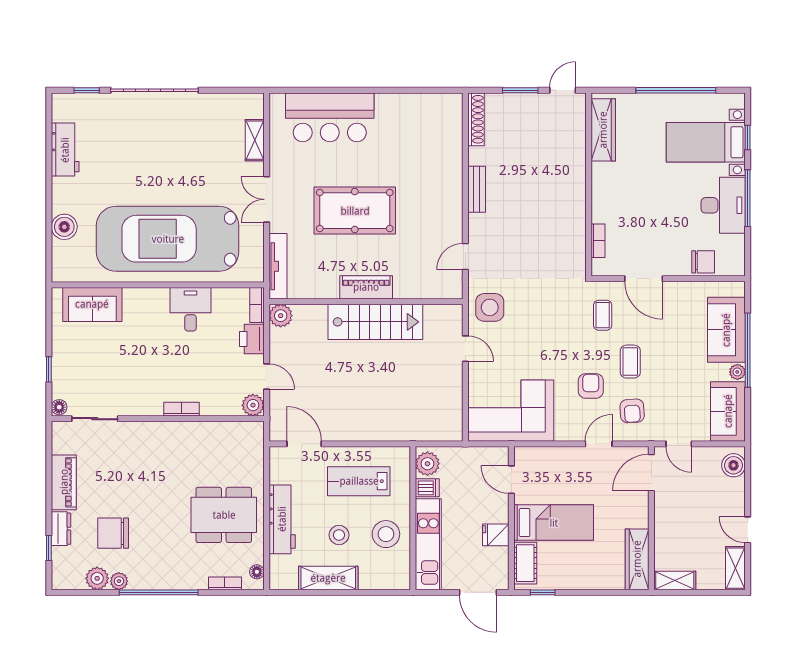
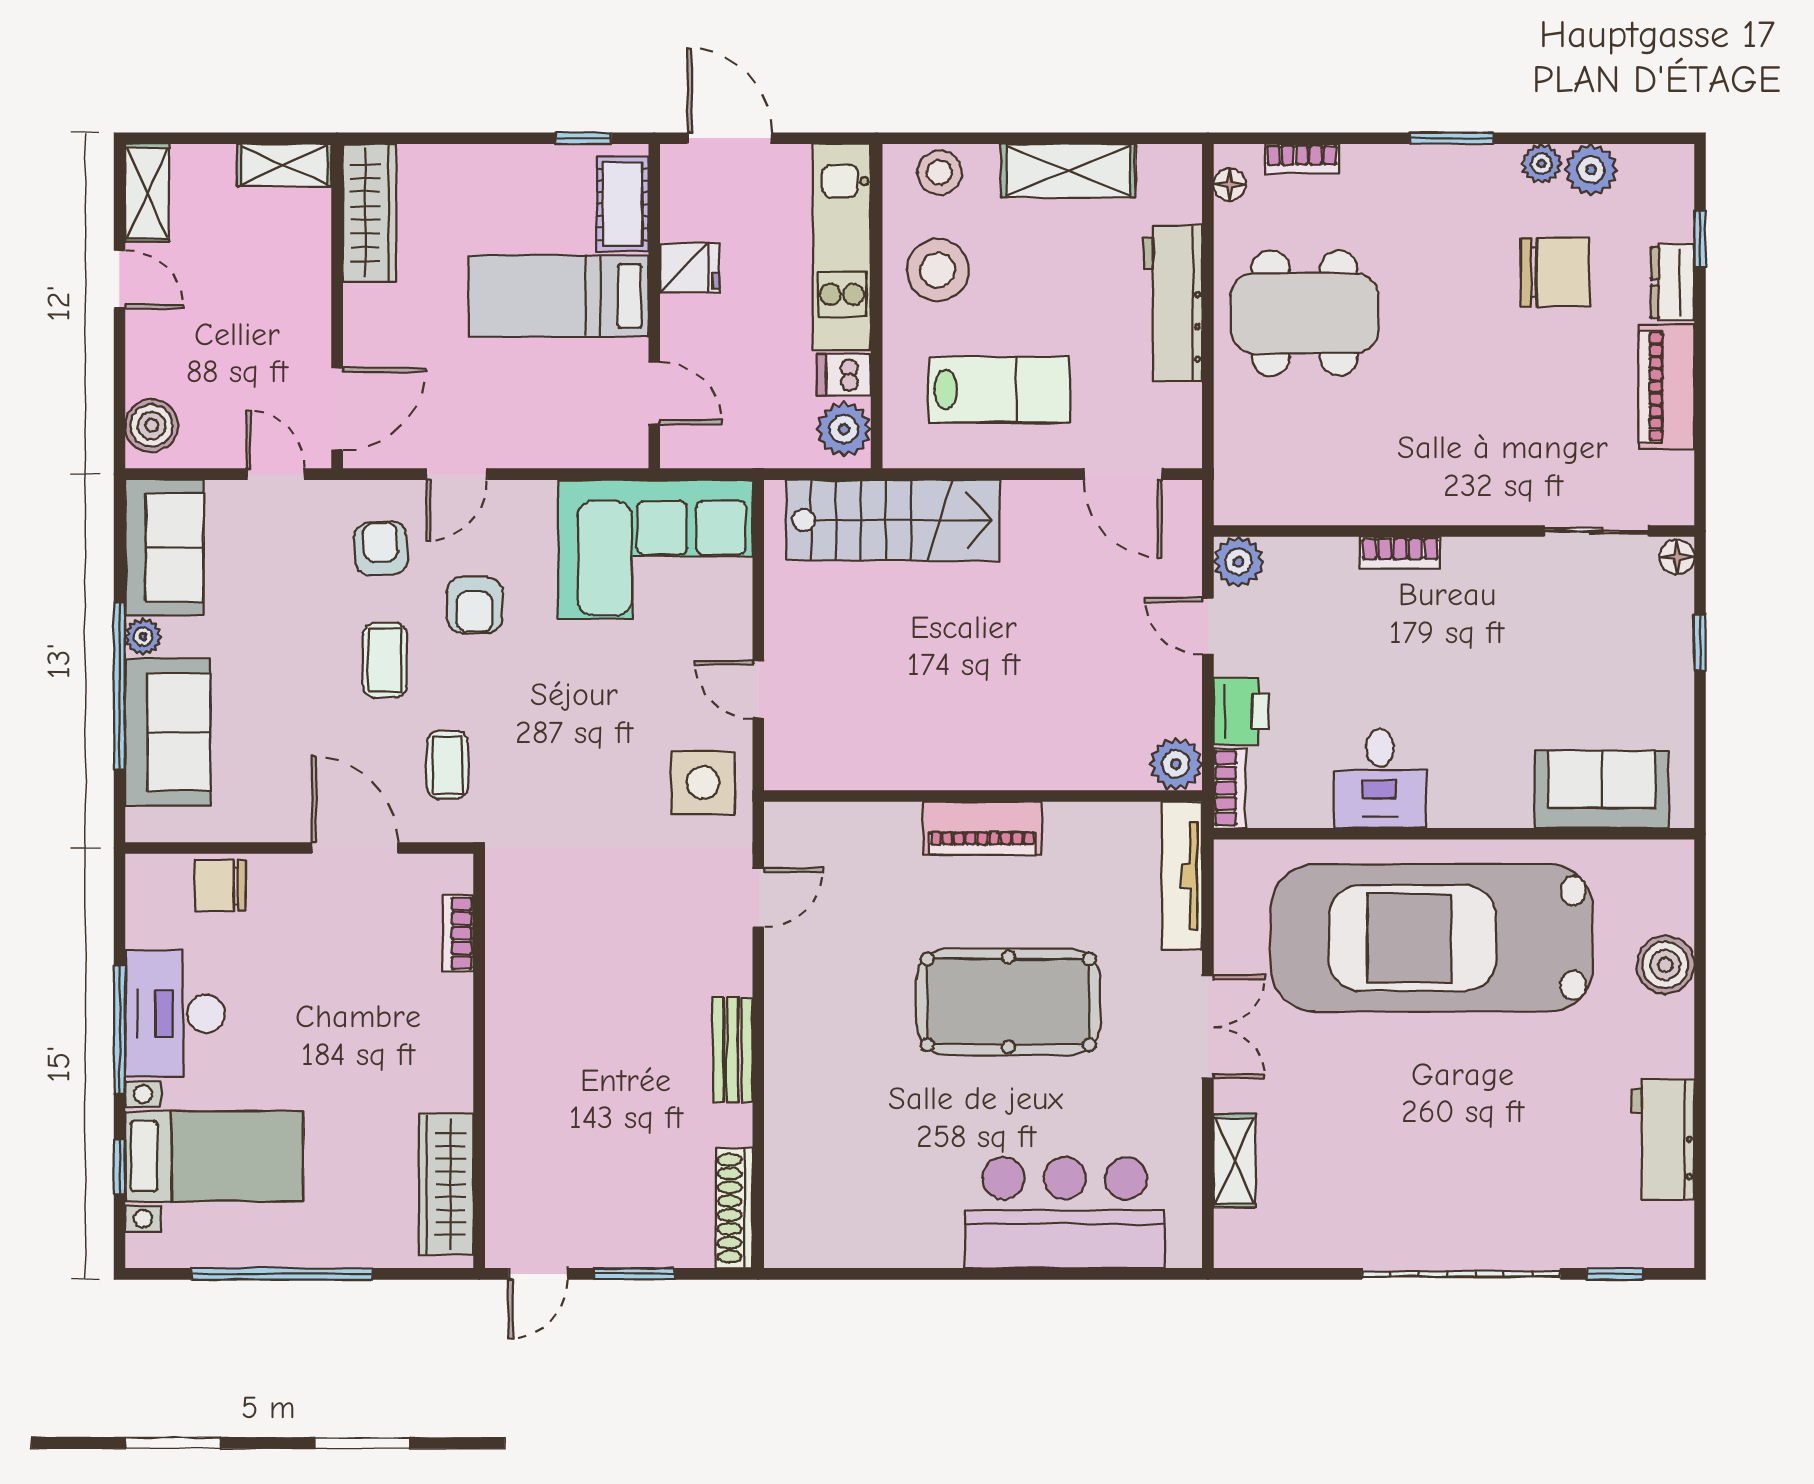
car: (168, 239) -> (1432, 938), turned 180
stairs: (375, 322) -> (893, 520), moved, turned 180
stool: (339, 535) -> (940, 172), moved
window: (159, 592) -> (1452, 138), width x0.47

